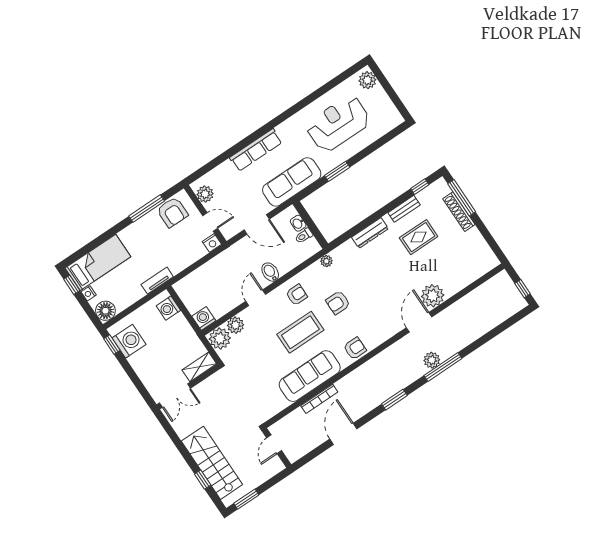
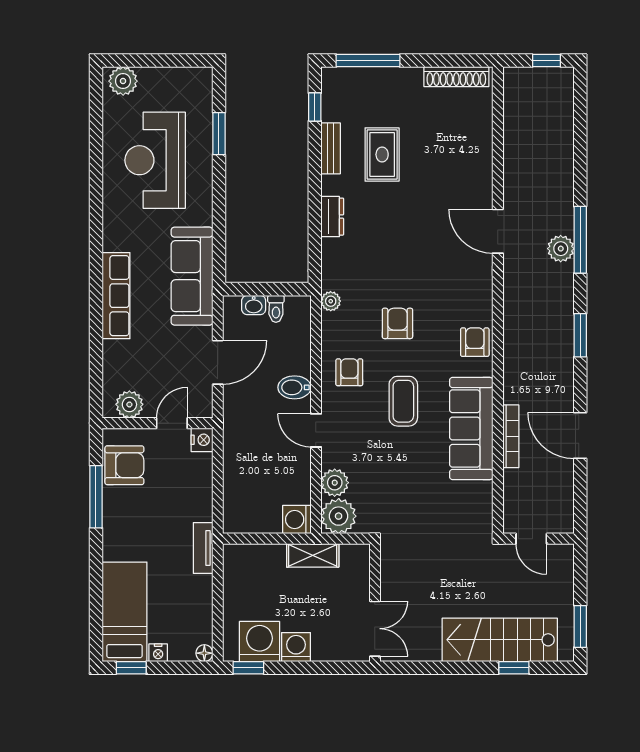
window: (337, 171) -> (219, 134), moved
shoe rack: (459, 212) -> (456, 77), moved
dresser: (370, 233) -> (332, 217), width x0.70
plant: (433, 296) -> (474, 189), removed
armchair: (338, 303) -> (397, 323), turned 180
washing machine: (168, 308) -> (296, 647), moved, turned 180
floor lamp: (105, 311) -> (204, 653), width x0.53, depth x0.53
coffee table: (300, 332) -> (403, 401), width x0.73, depth x0.76
shelving: (199, 367) -> (313, 555), moved, turned 90

